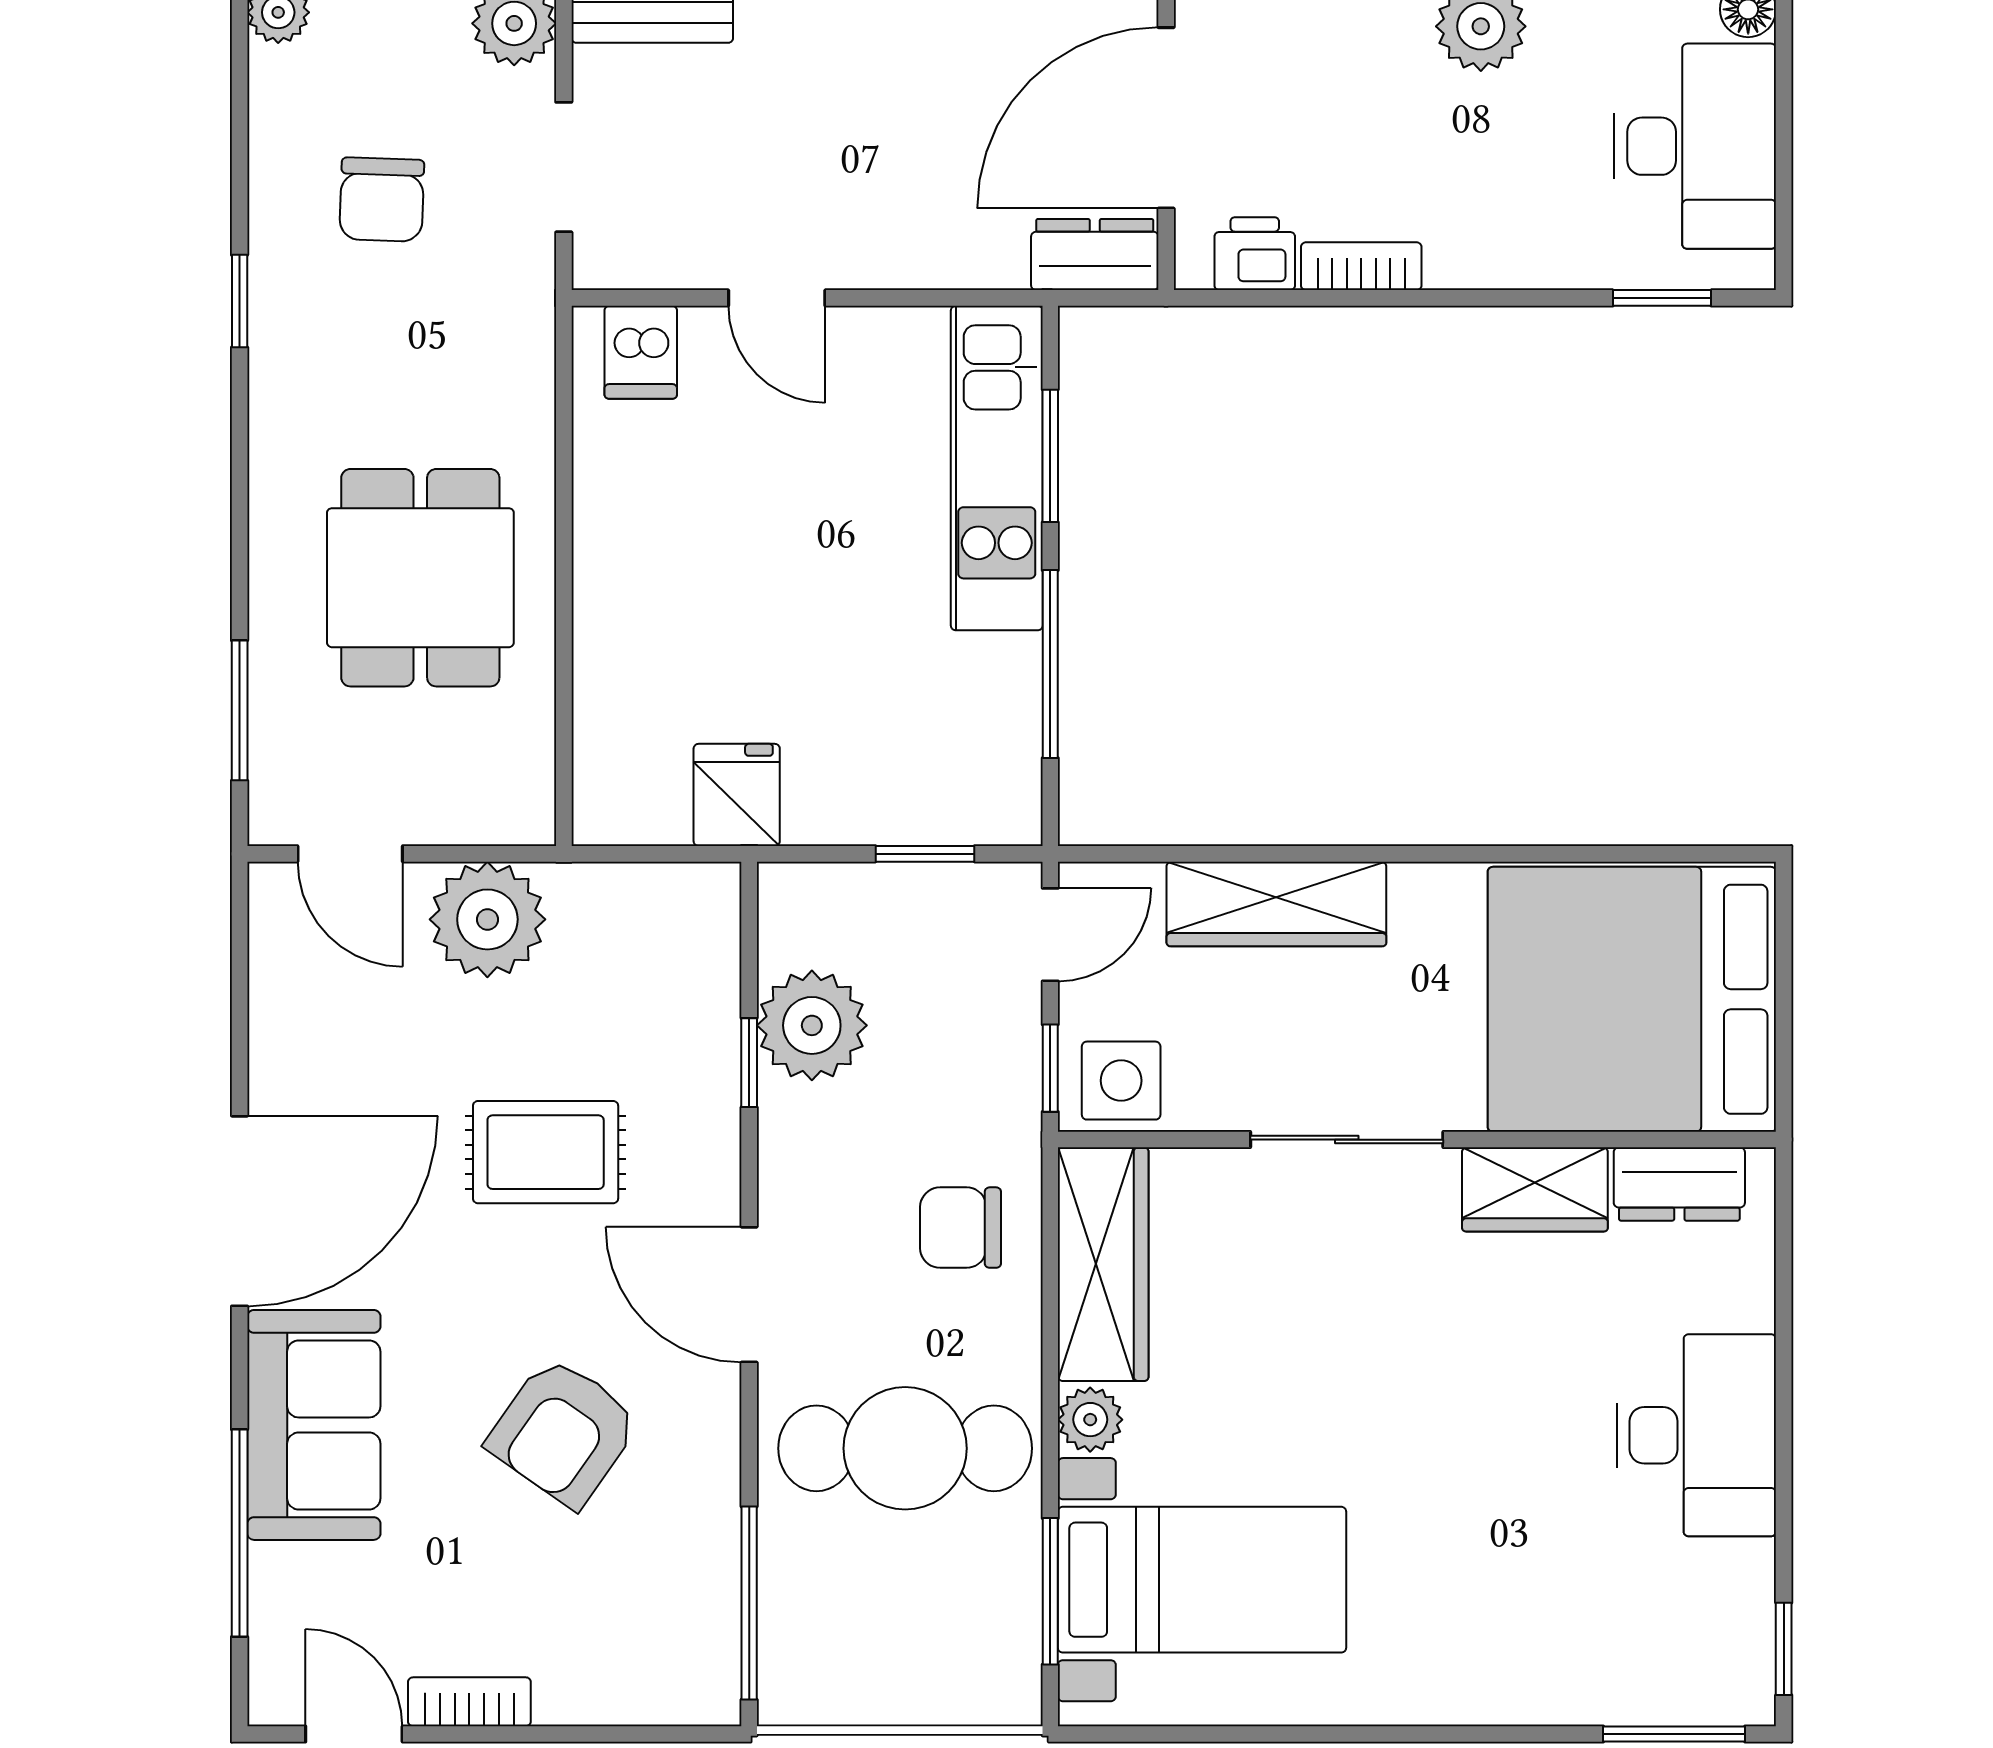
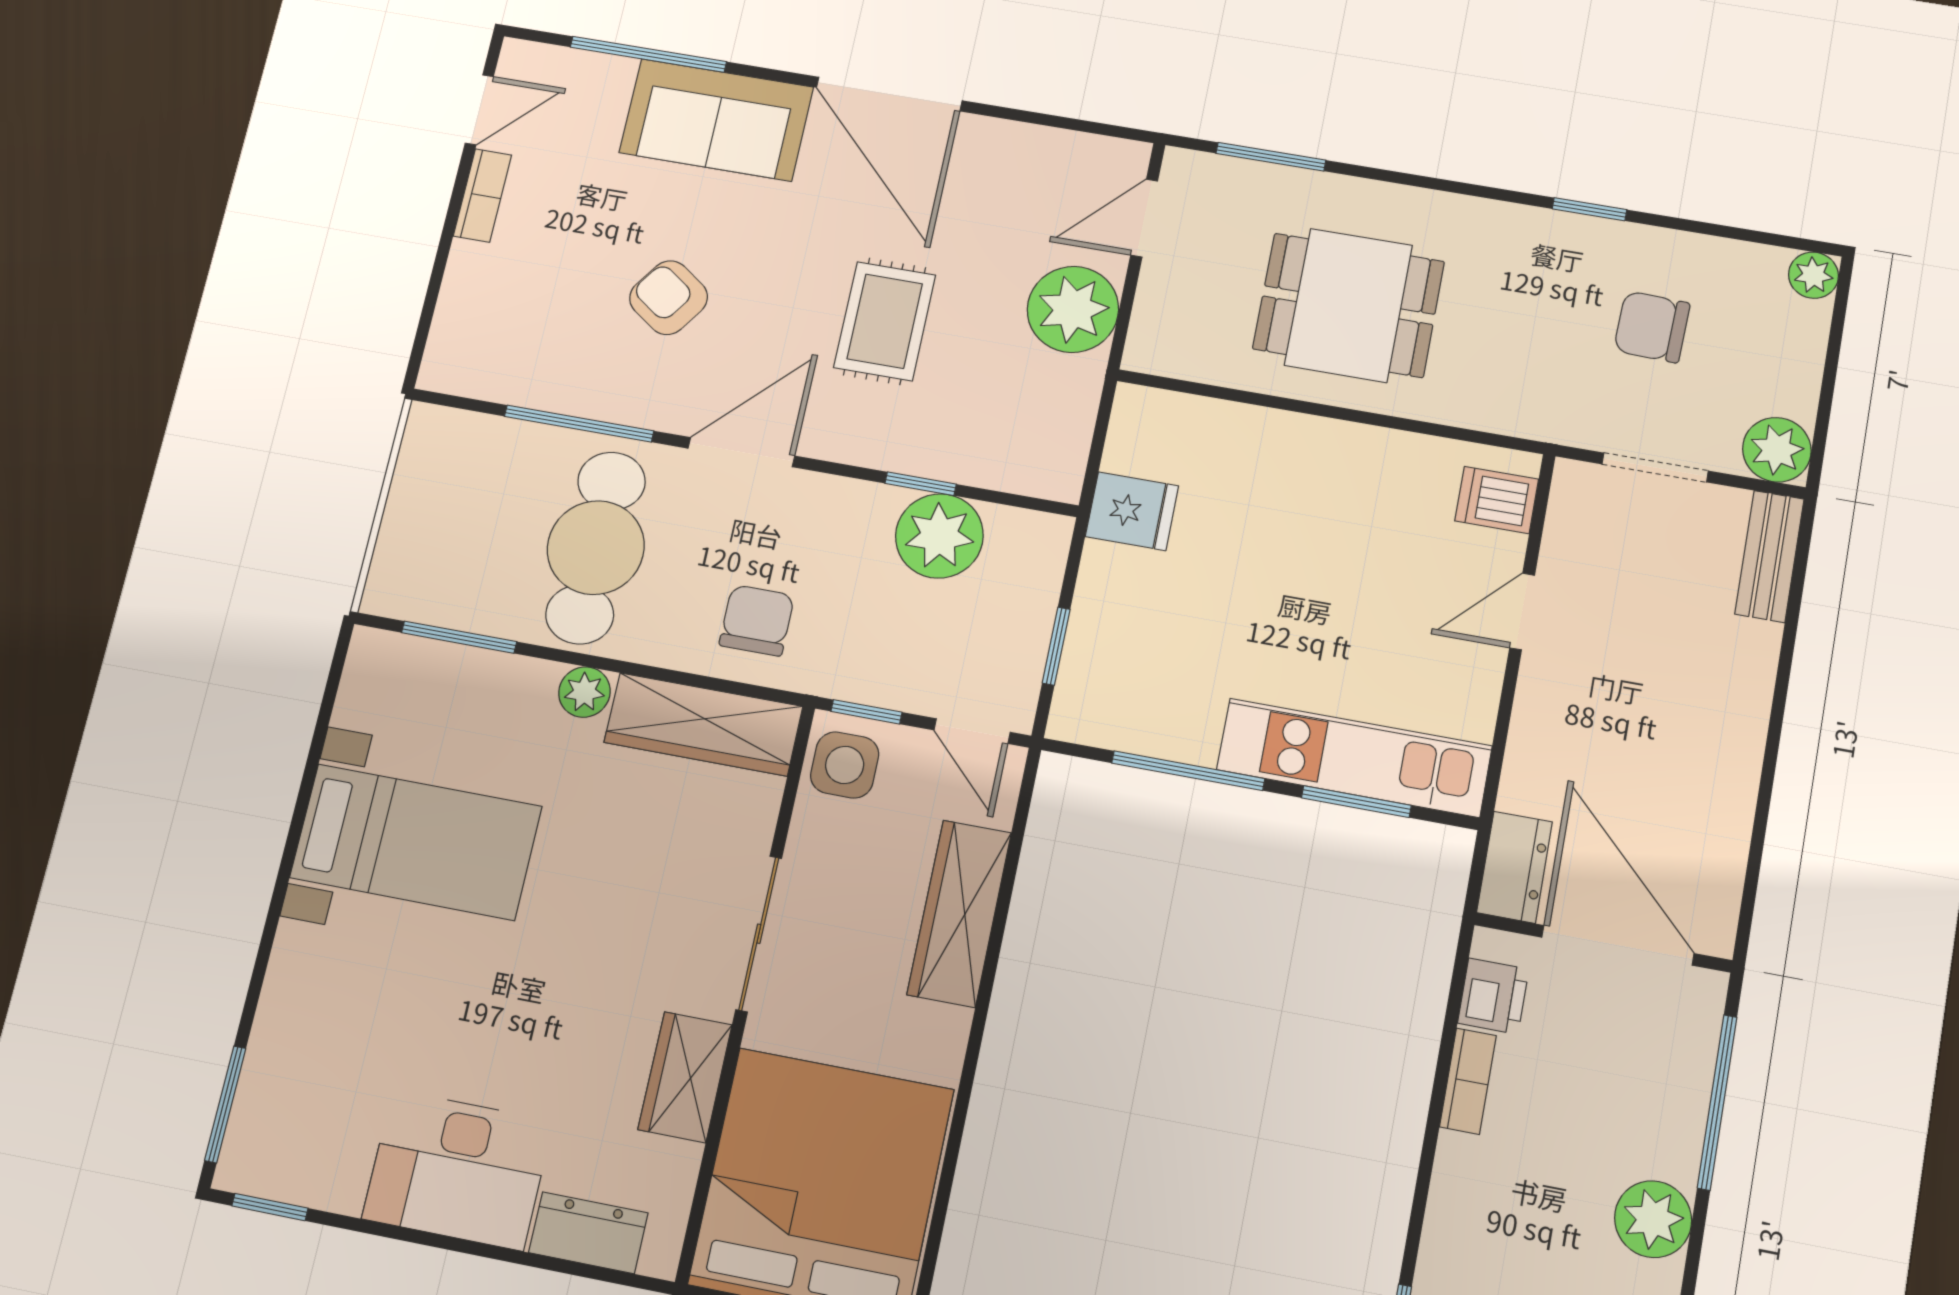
dresser: (1679, 1184) -> (588, 1233), moved, turned 90
armchair: (563, 1432) -> (669, 298), width x0.72, depth x0.72
bed with nightstands: (1202, 1580) -> (416, 842), moved, turned -90
window: (749, 1603) -> (579, 424), moved

